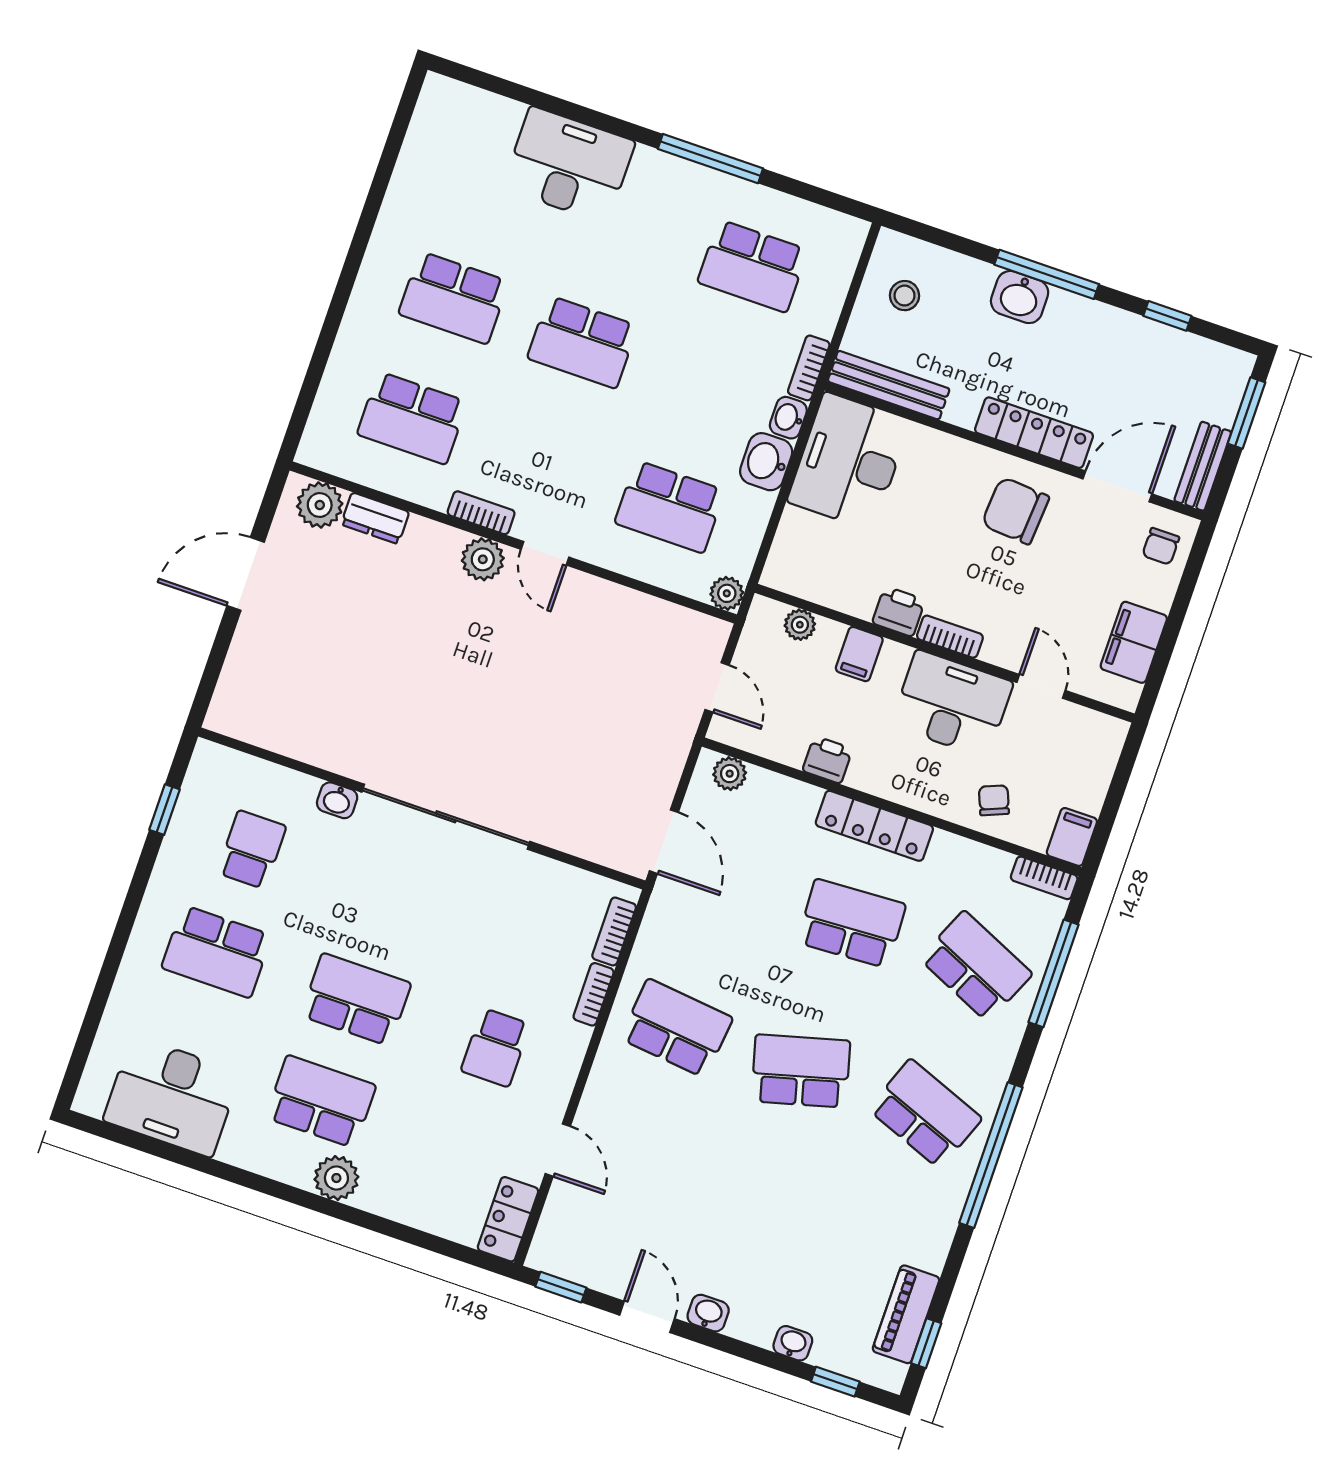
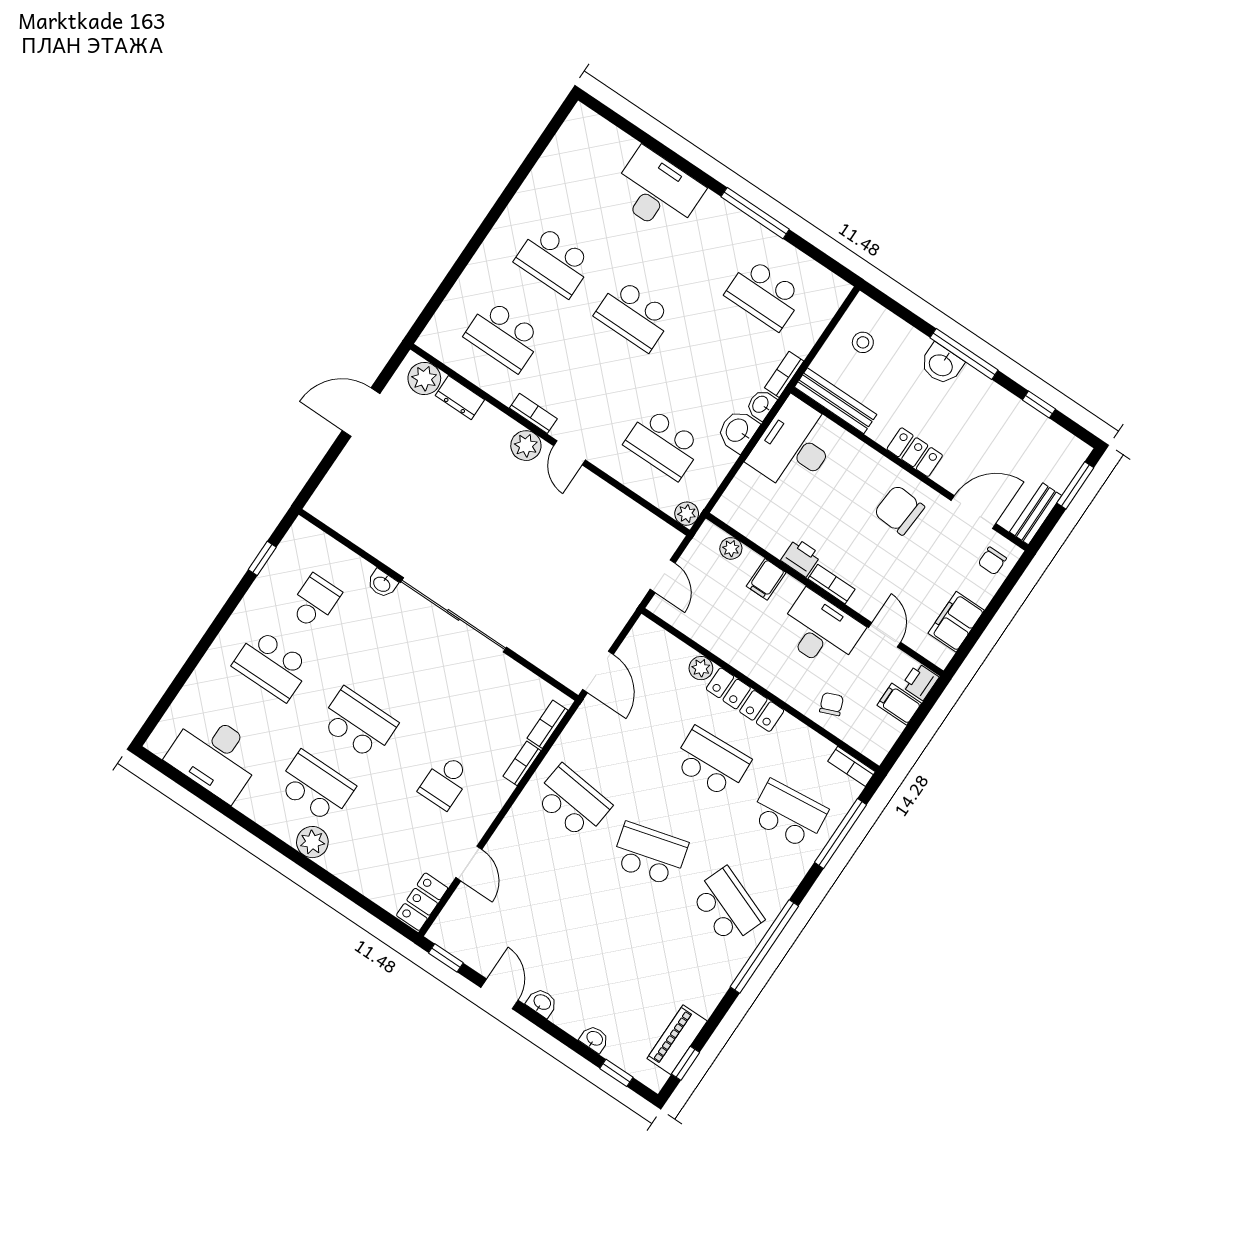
locker: (1034, 433) -> (915, 452), width x0.66
printer: (827, 760) -> (920, 682), moved, turned -90
plant: (730, 774) -> (701, 668), moved
filing cabinet: (1072, 837) -> (899, 704), moved, turned -90
school desk: (976, 966) -> (789, 814), turned -30

